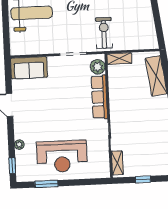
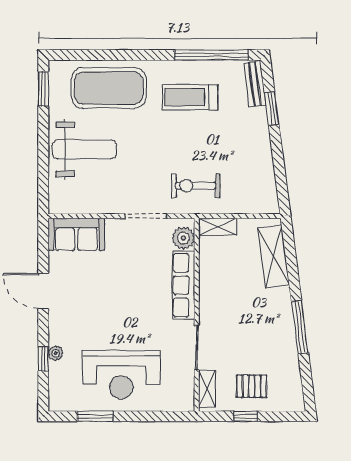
exercise bike: (104, 33) -> (196, 186), turned -90
pallet: (146, 160) -> (252, 386), added
window: (12, 166) -> (43, 359), moved

